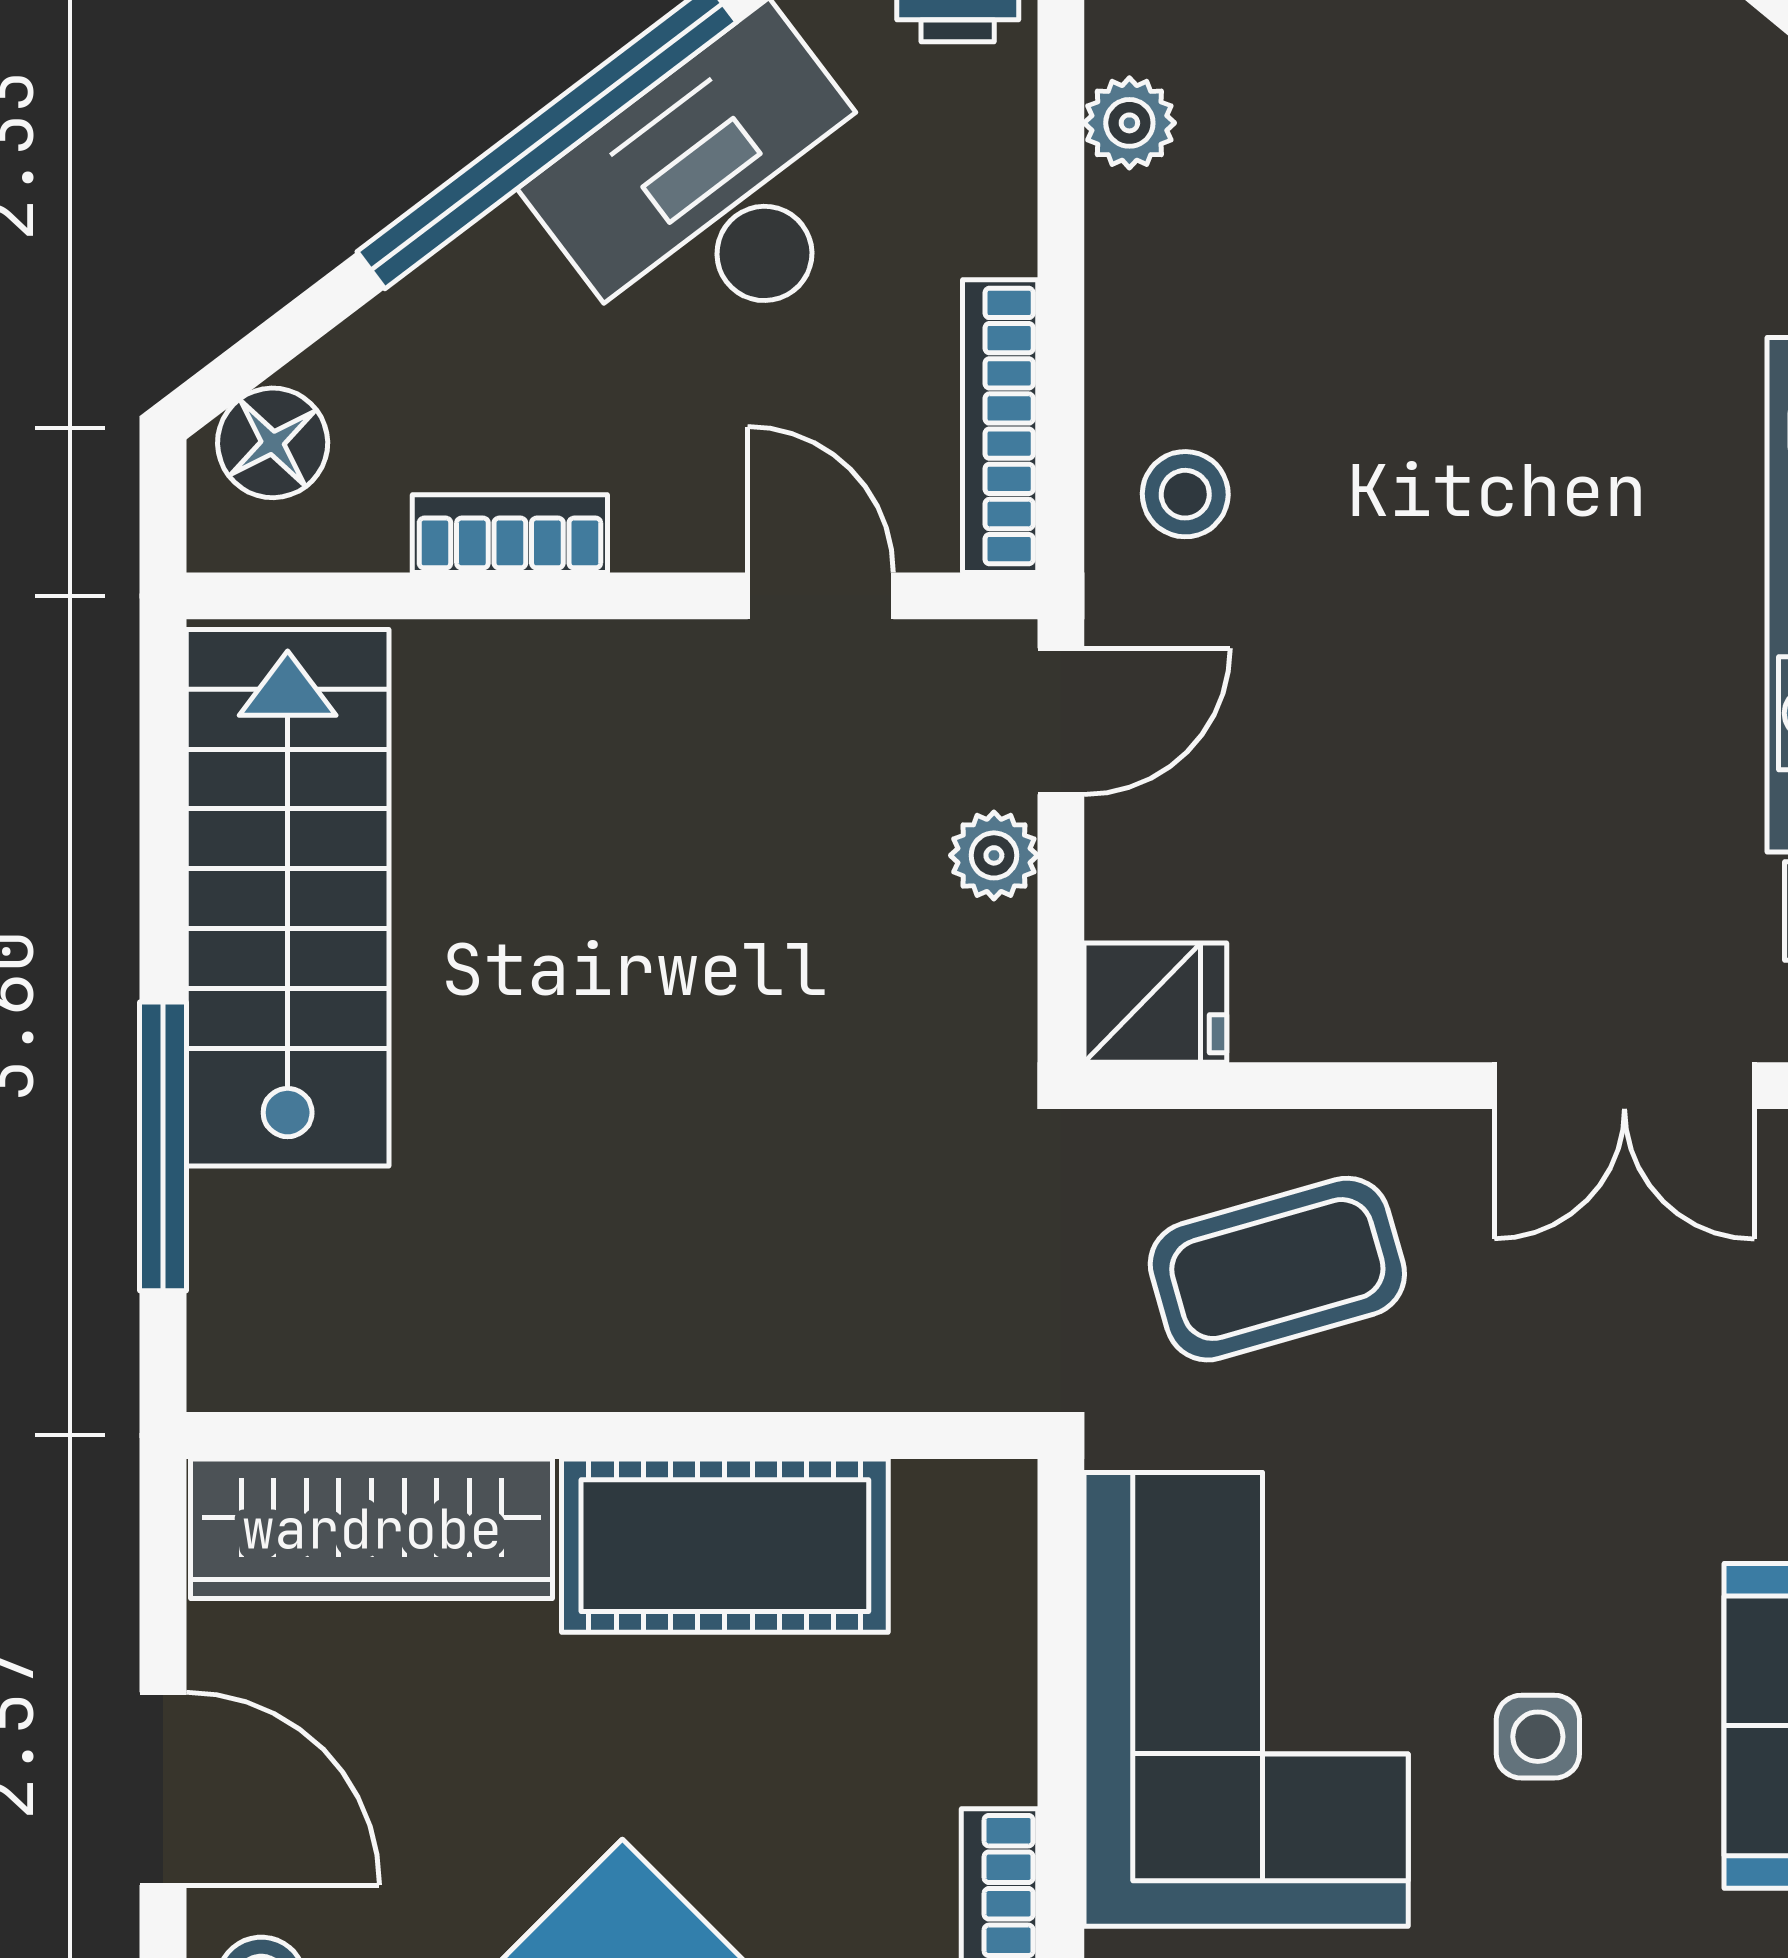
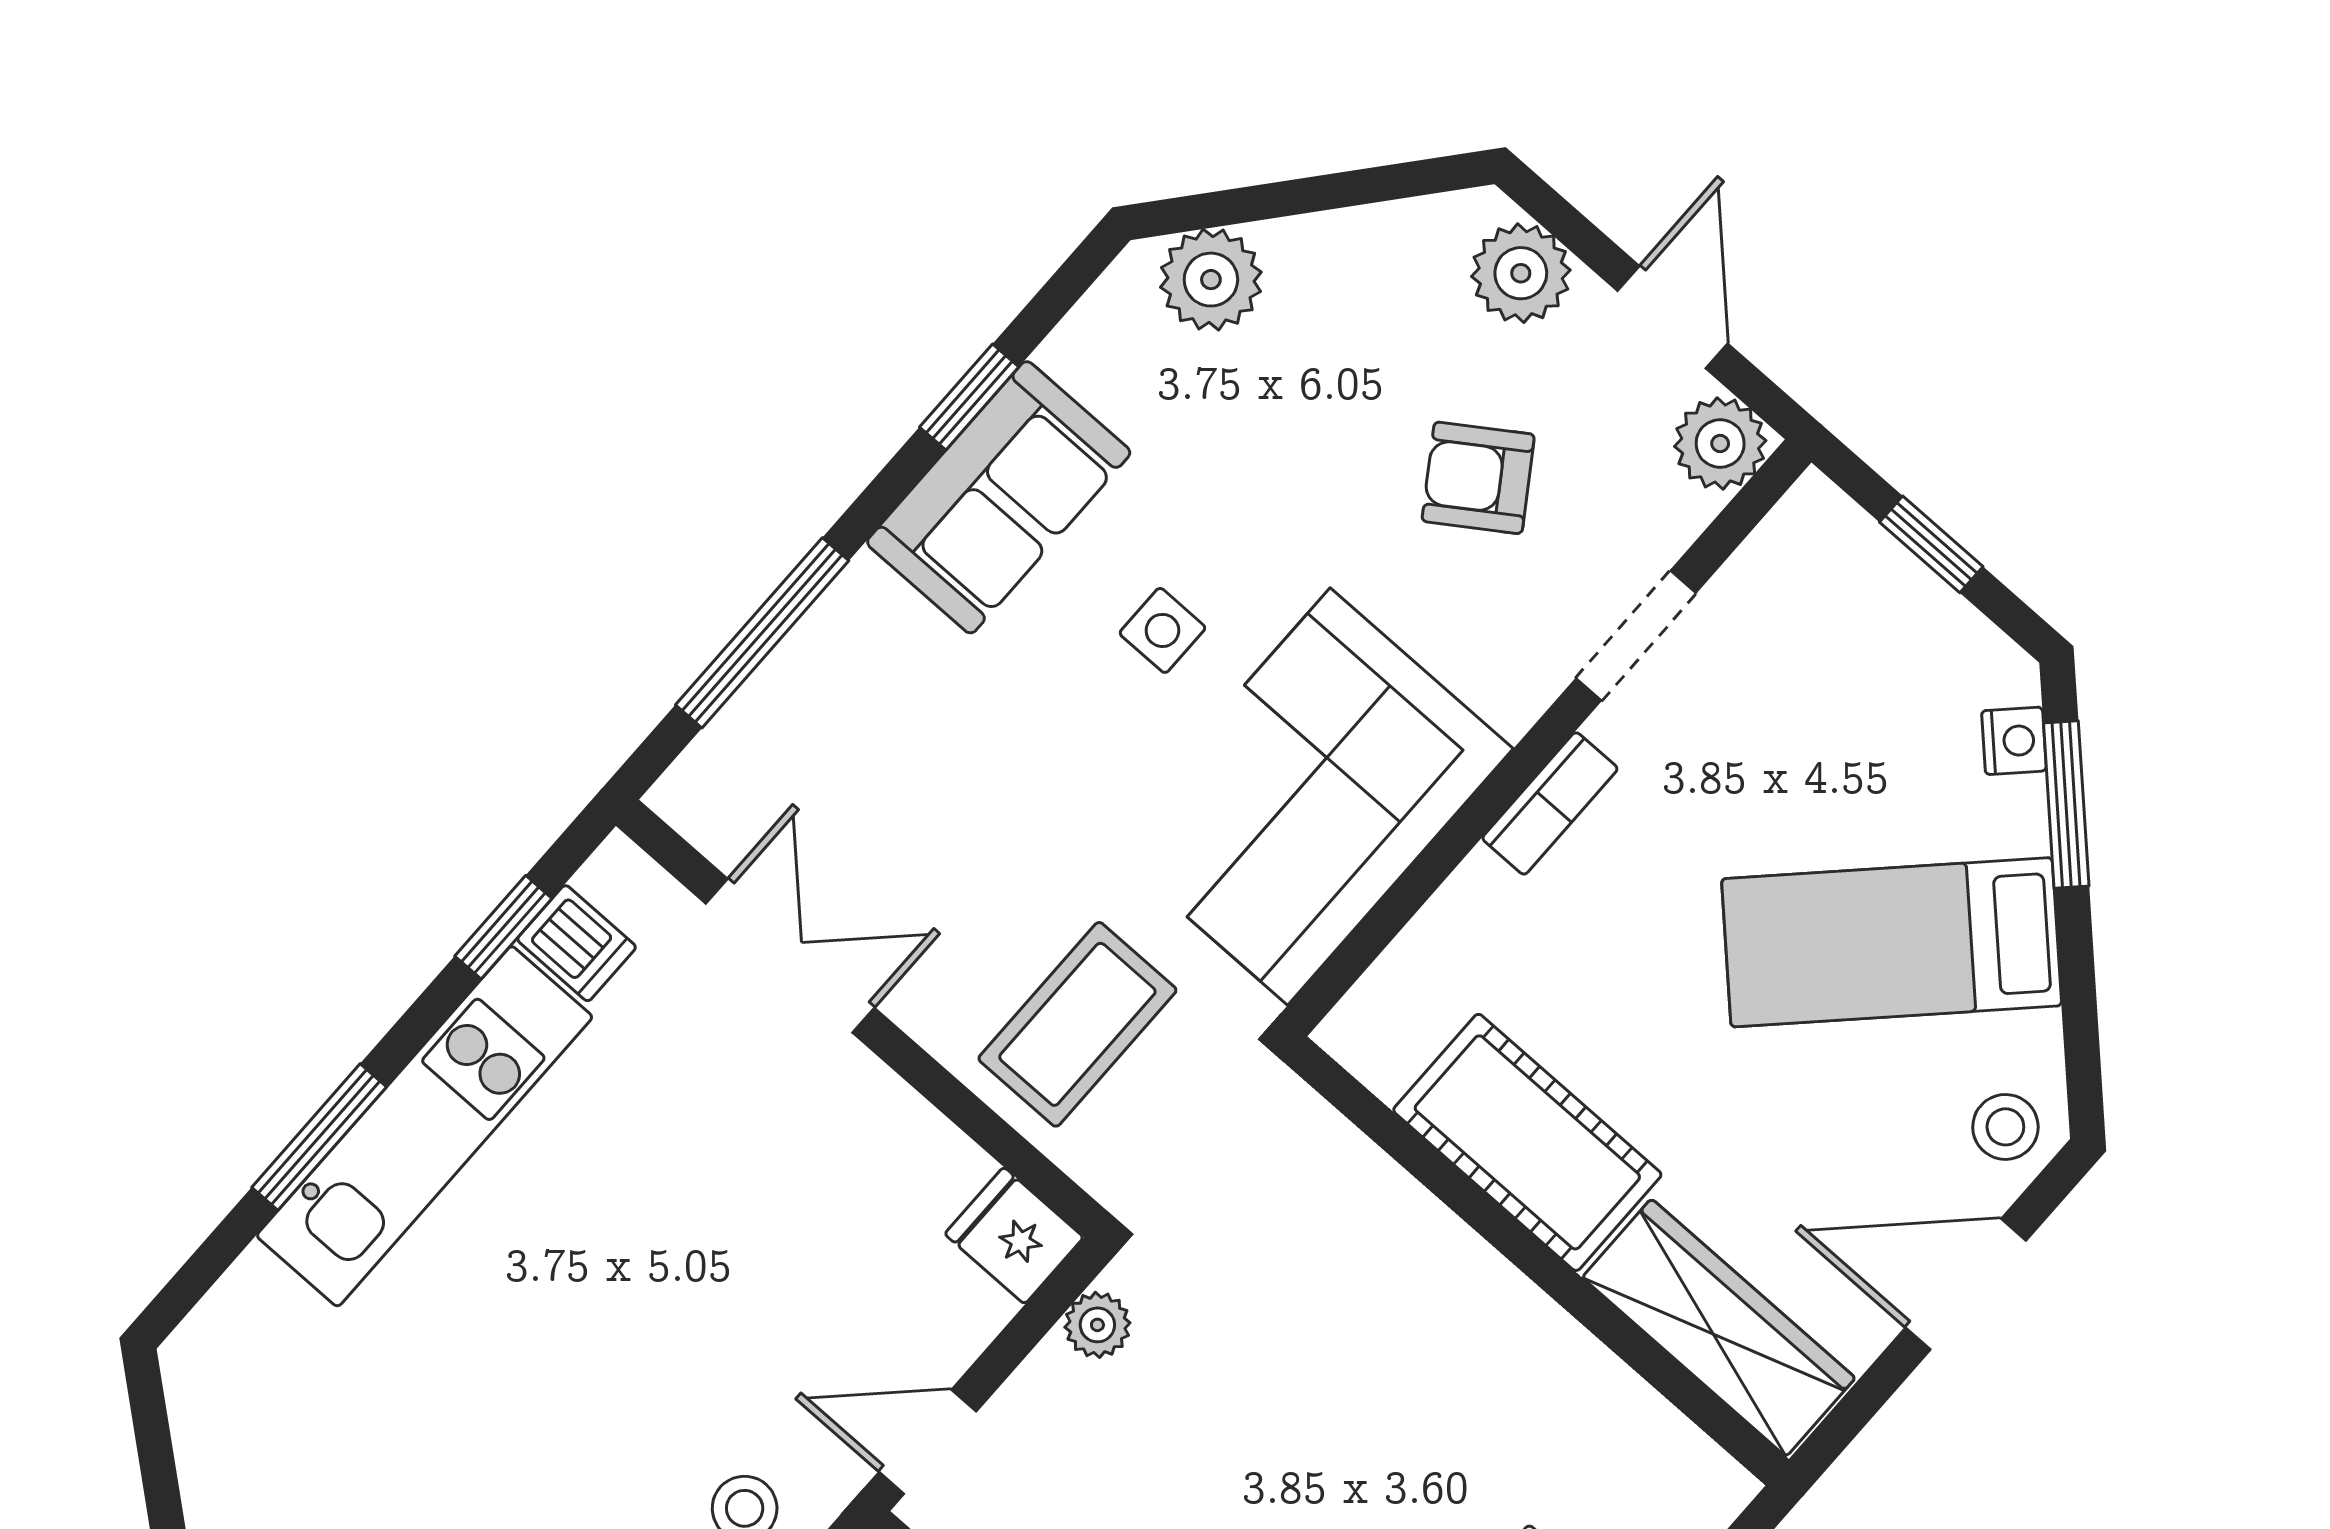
plant: (994, 855) -> (1097, 1325), moved
coffee table: (1277, 1269) -> (1077, 1024), turned -74
door: (163, 1789) -> (1966, 1284), hinge flipped

